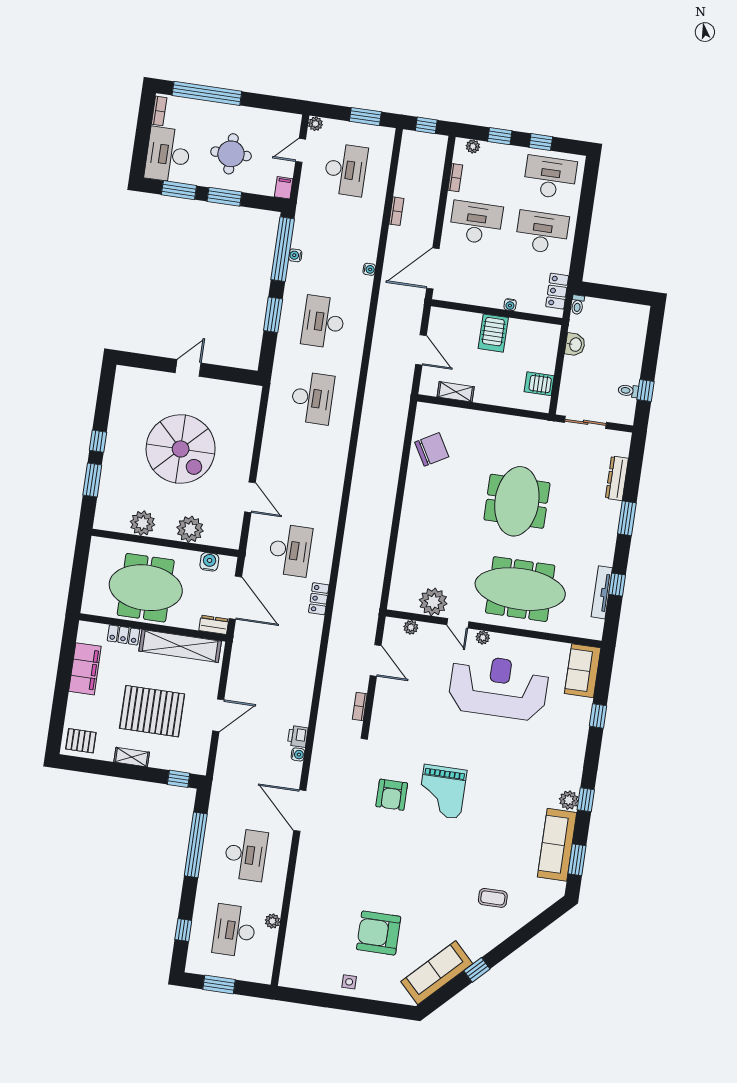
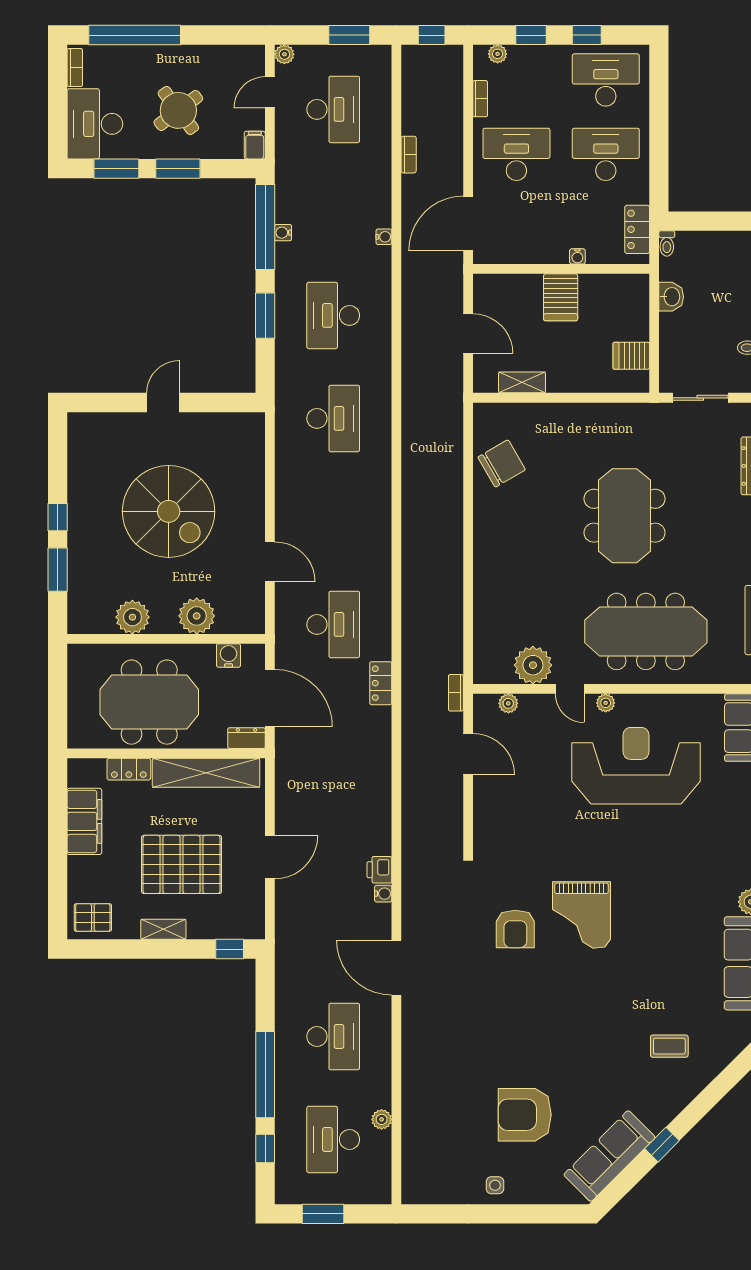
round table: (231, 154) -> (178, 110), turned -37
bookcase: (360, 707) -> (456, 693), moved
window: (196, 845) -> (265, 1075), moved

